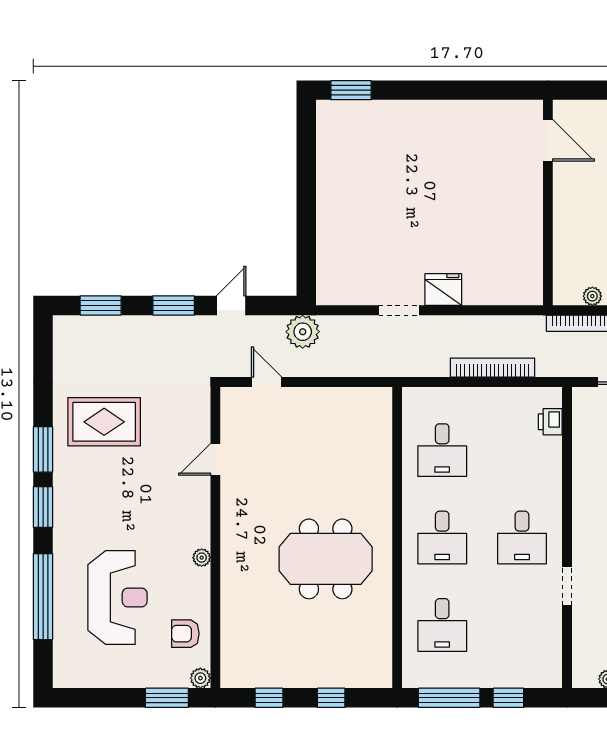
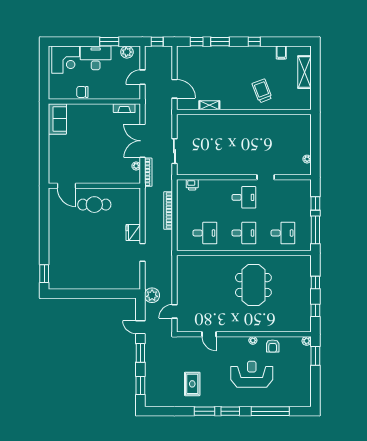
door: (548, 140) -> (67, 186), swing flipped
cafe table: (506, 203) -> (94, 205), added
rug: (104, 422) -> (192, 384), width x0.73, depth x0.70
reception desk: (118, 597) -> (252, 374), moved
armchair: (185, 634) -> (273, 346), moved

